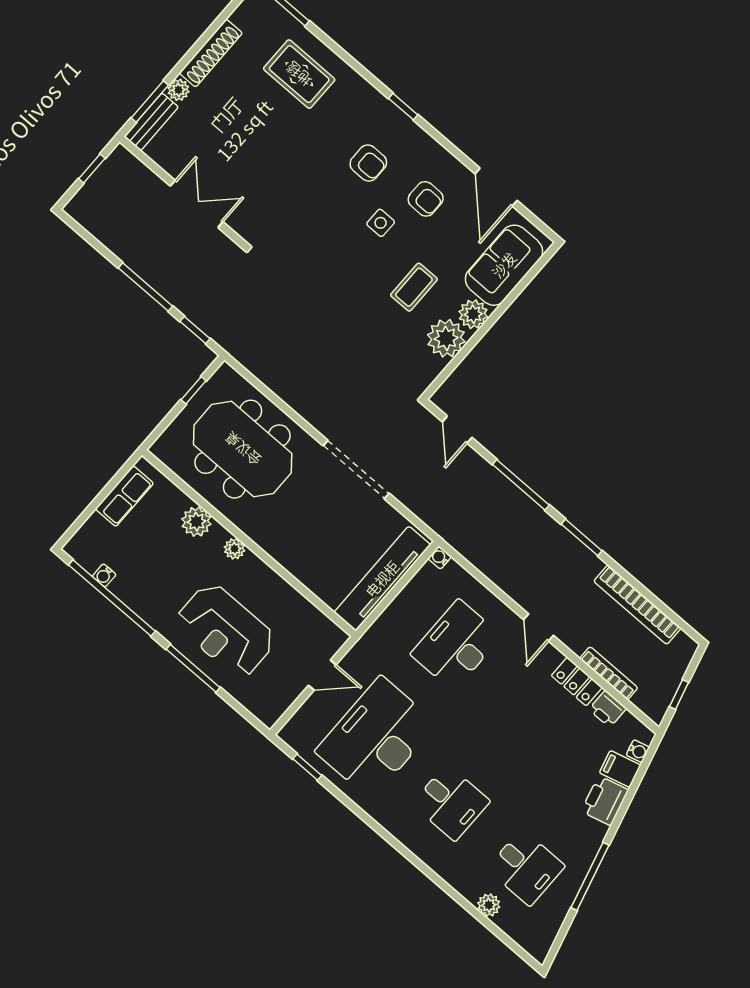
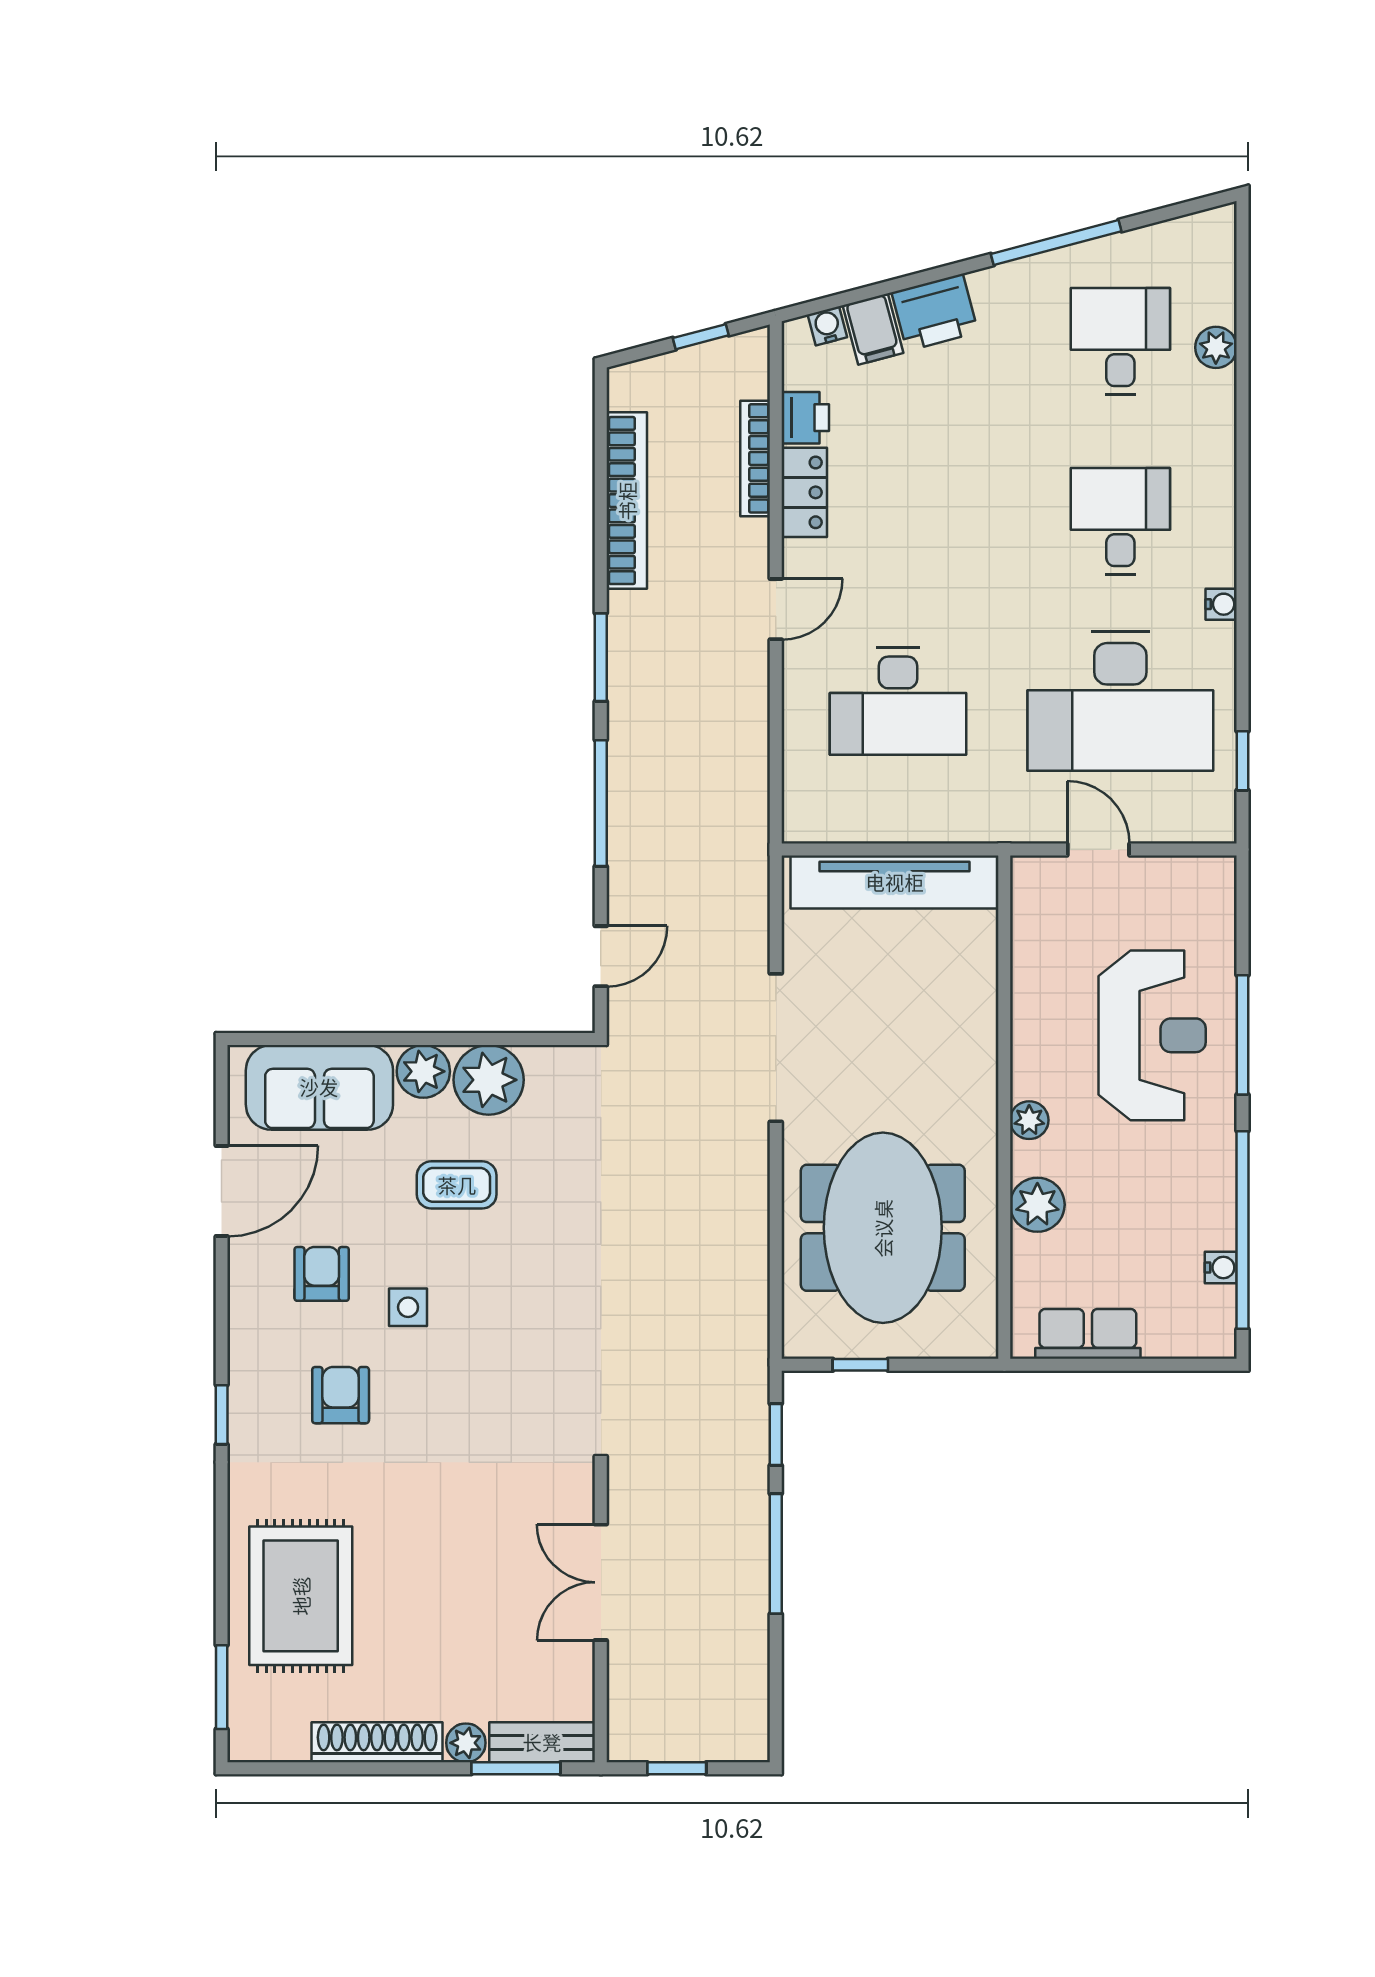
rug: (299, 74) -> (301, 1596), width x1.36, depth x1.43
water cooler: (440, 558) -> (1221, 604), moved, turned -90

